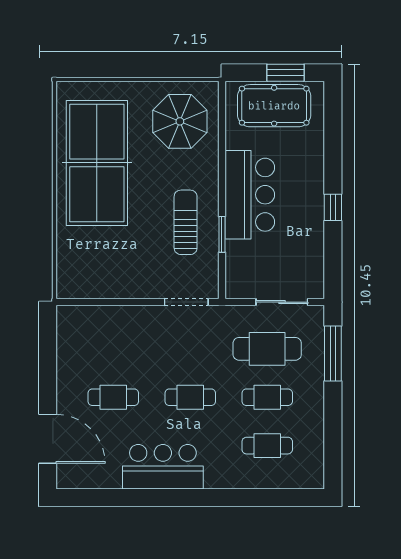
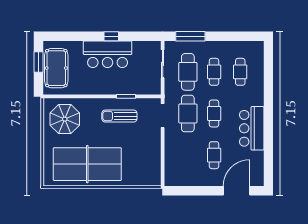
bar counter: (250, 195) -> (108, 54), moved, turned 180
cafe table: (190, 349) -> (188, 113), added

